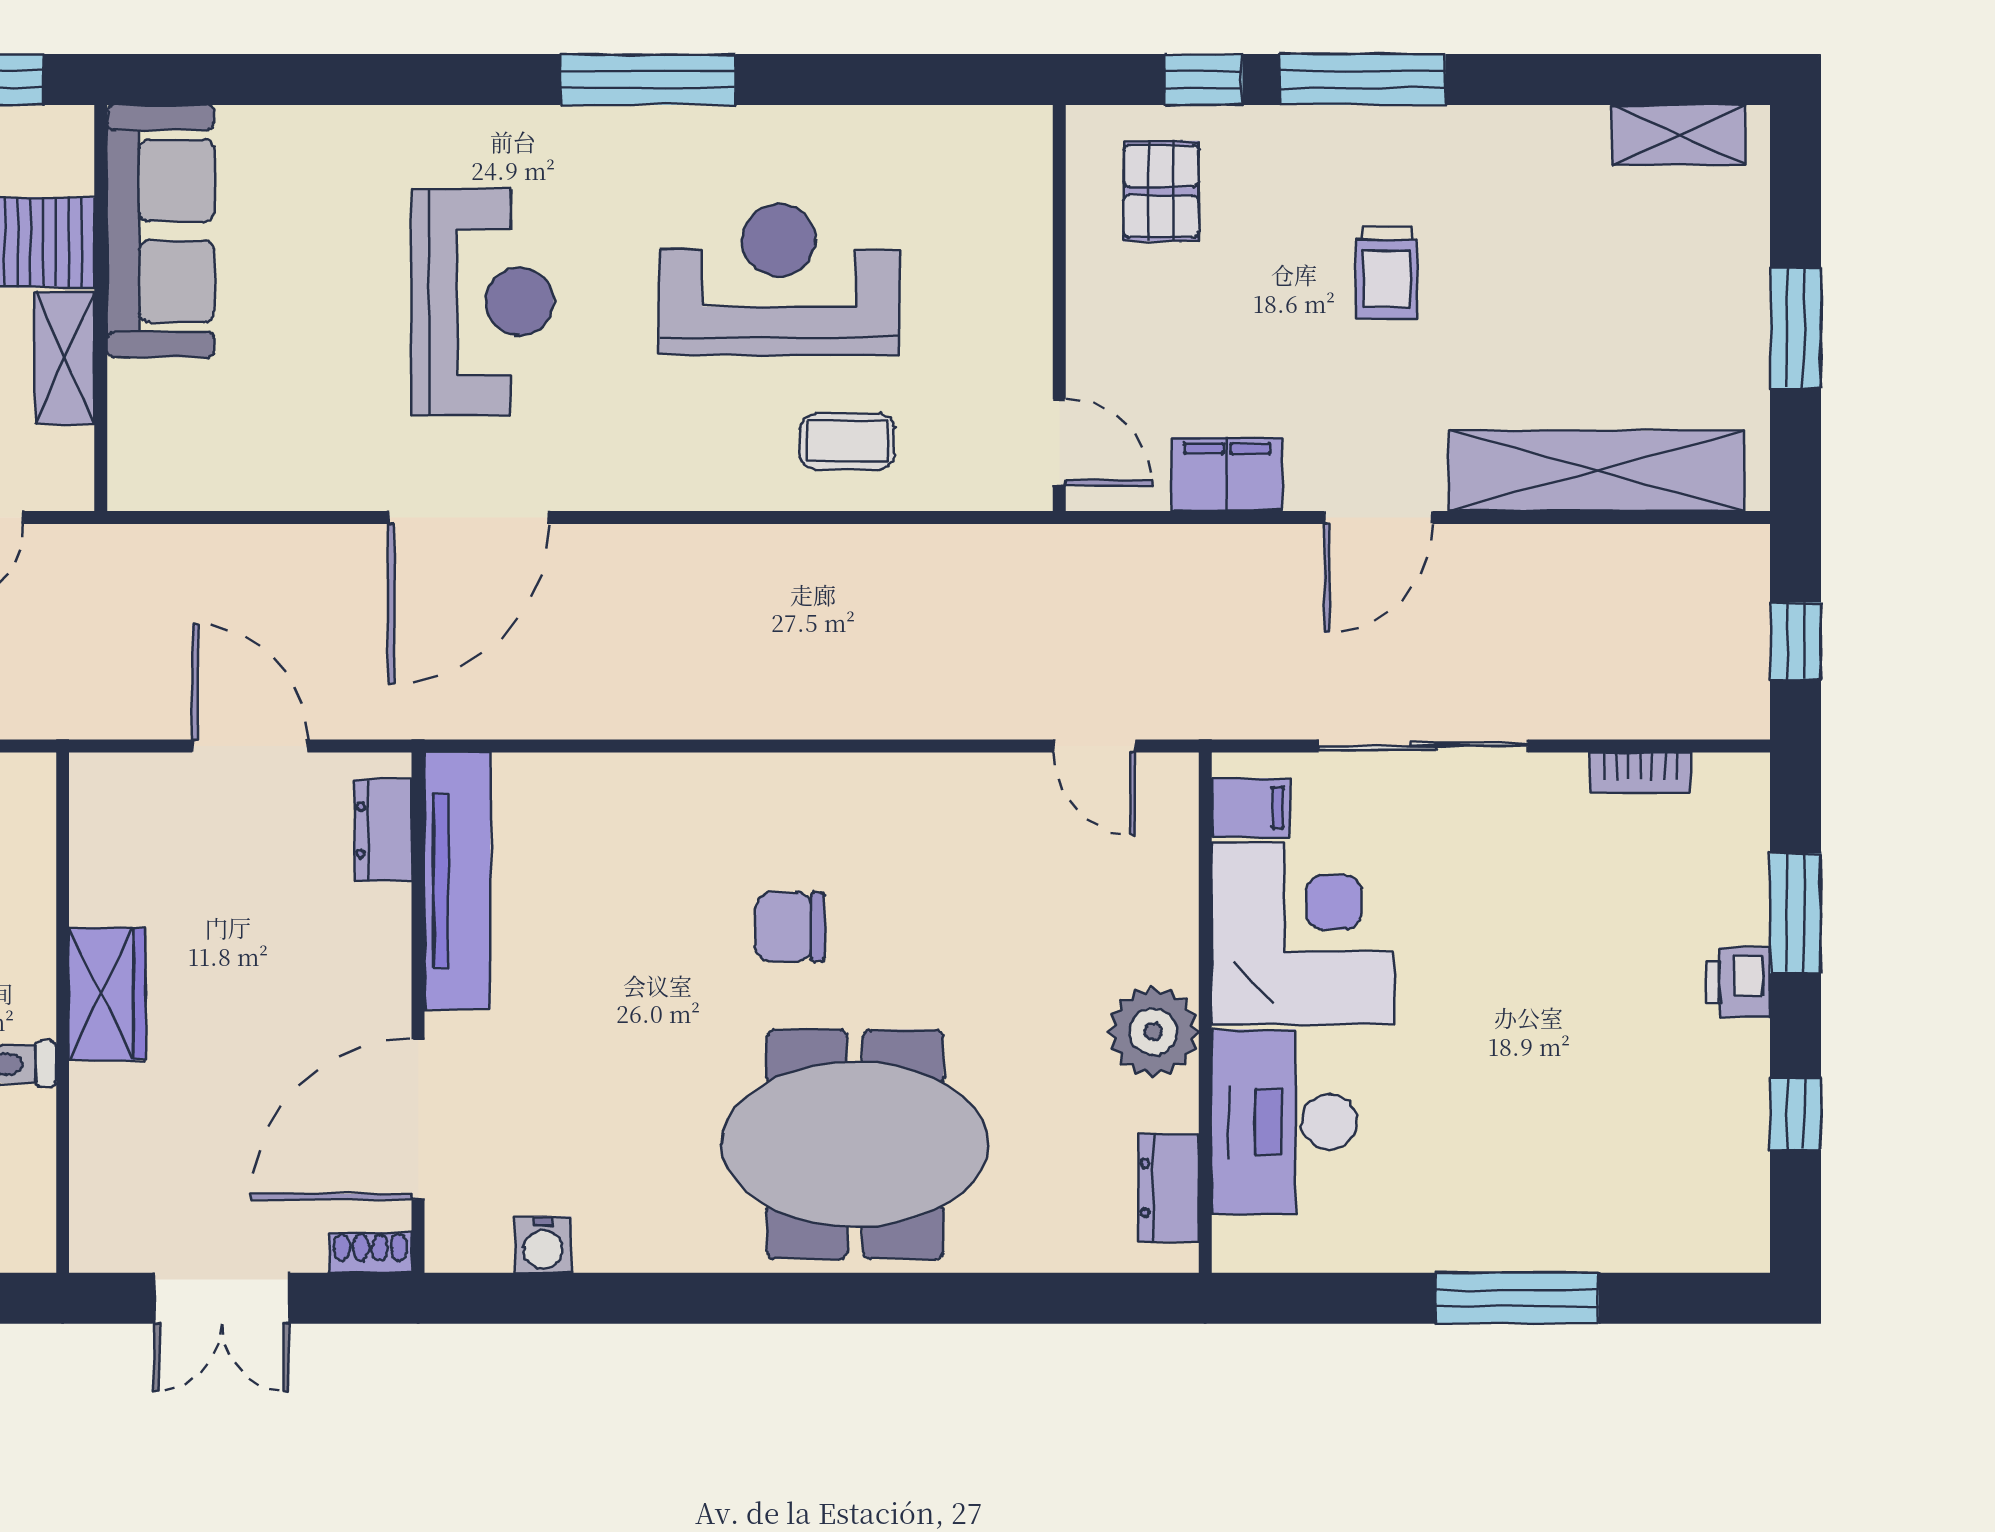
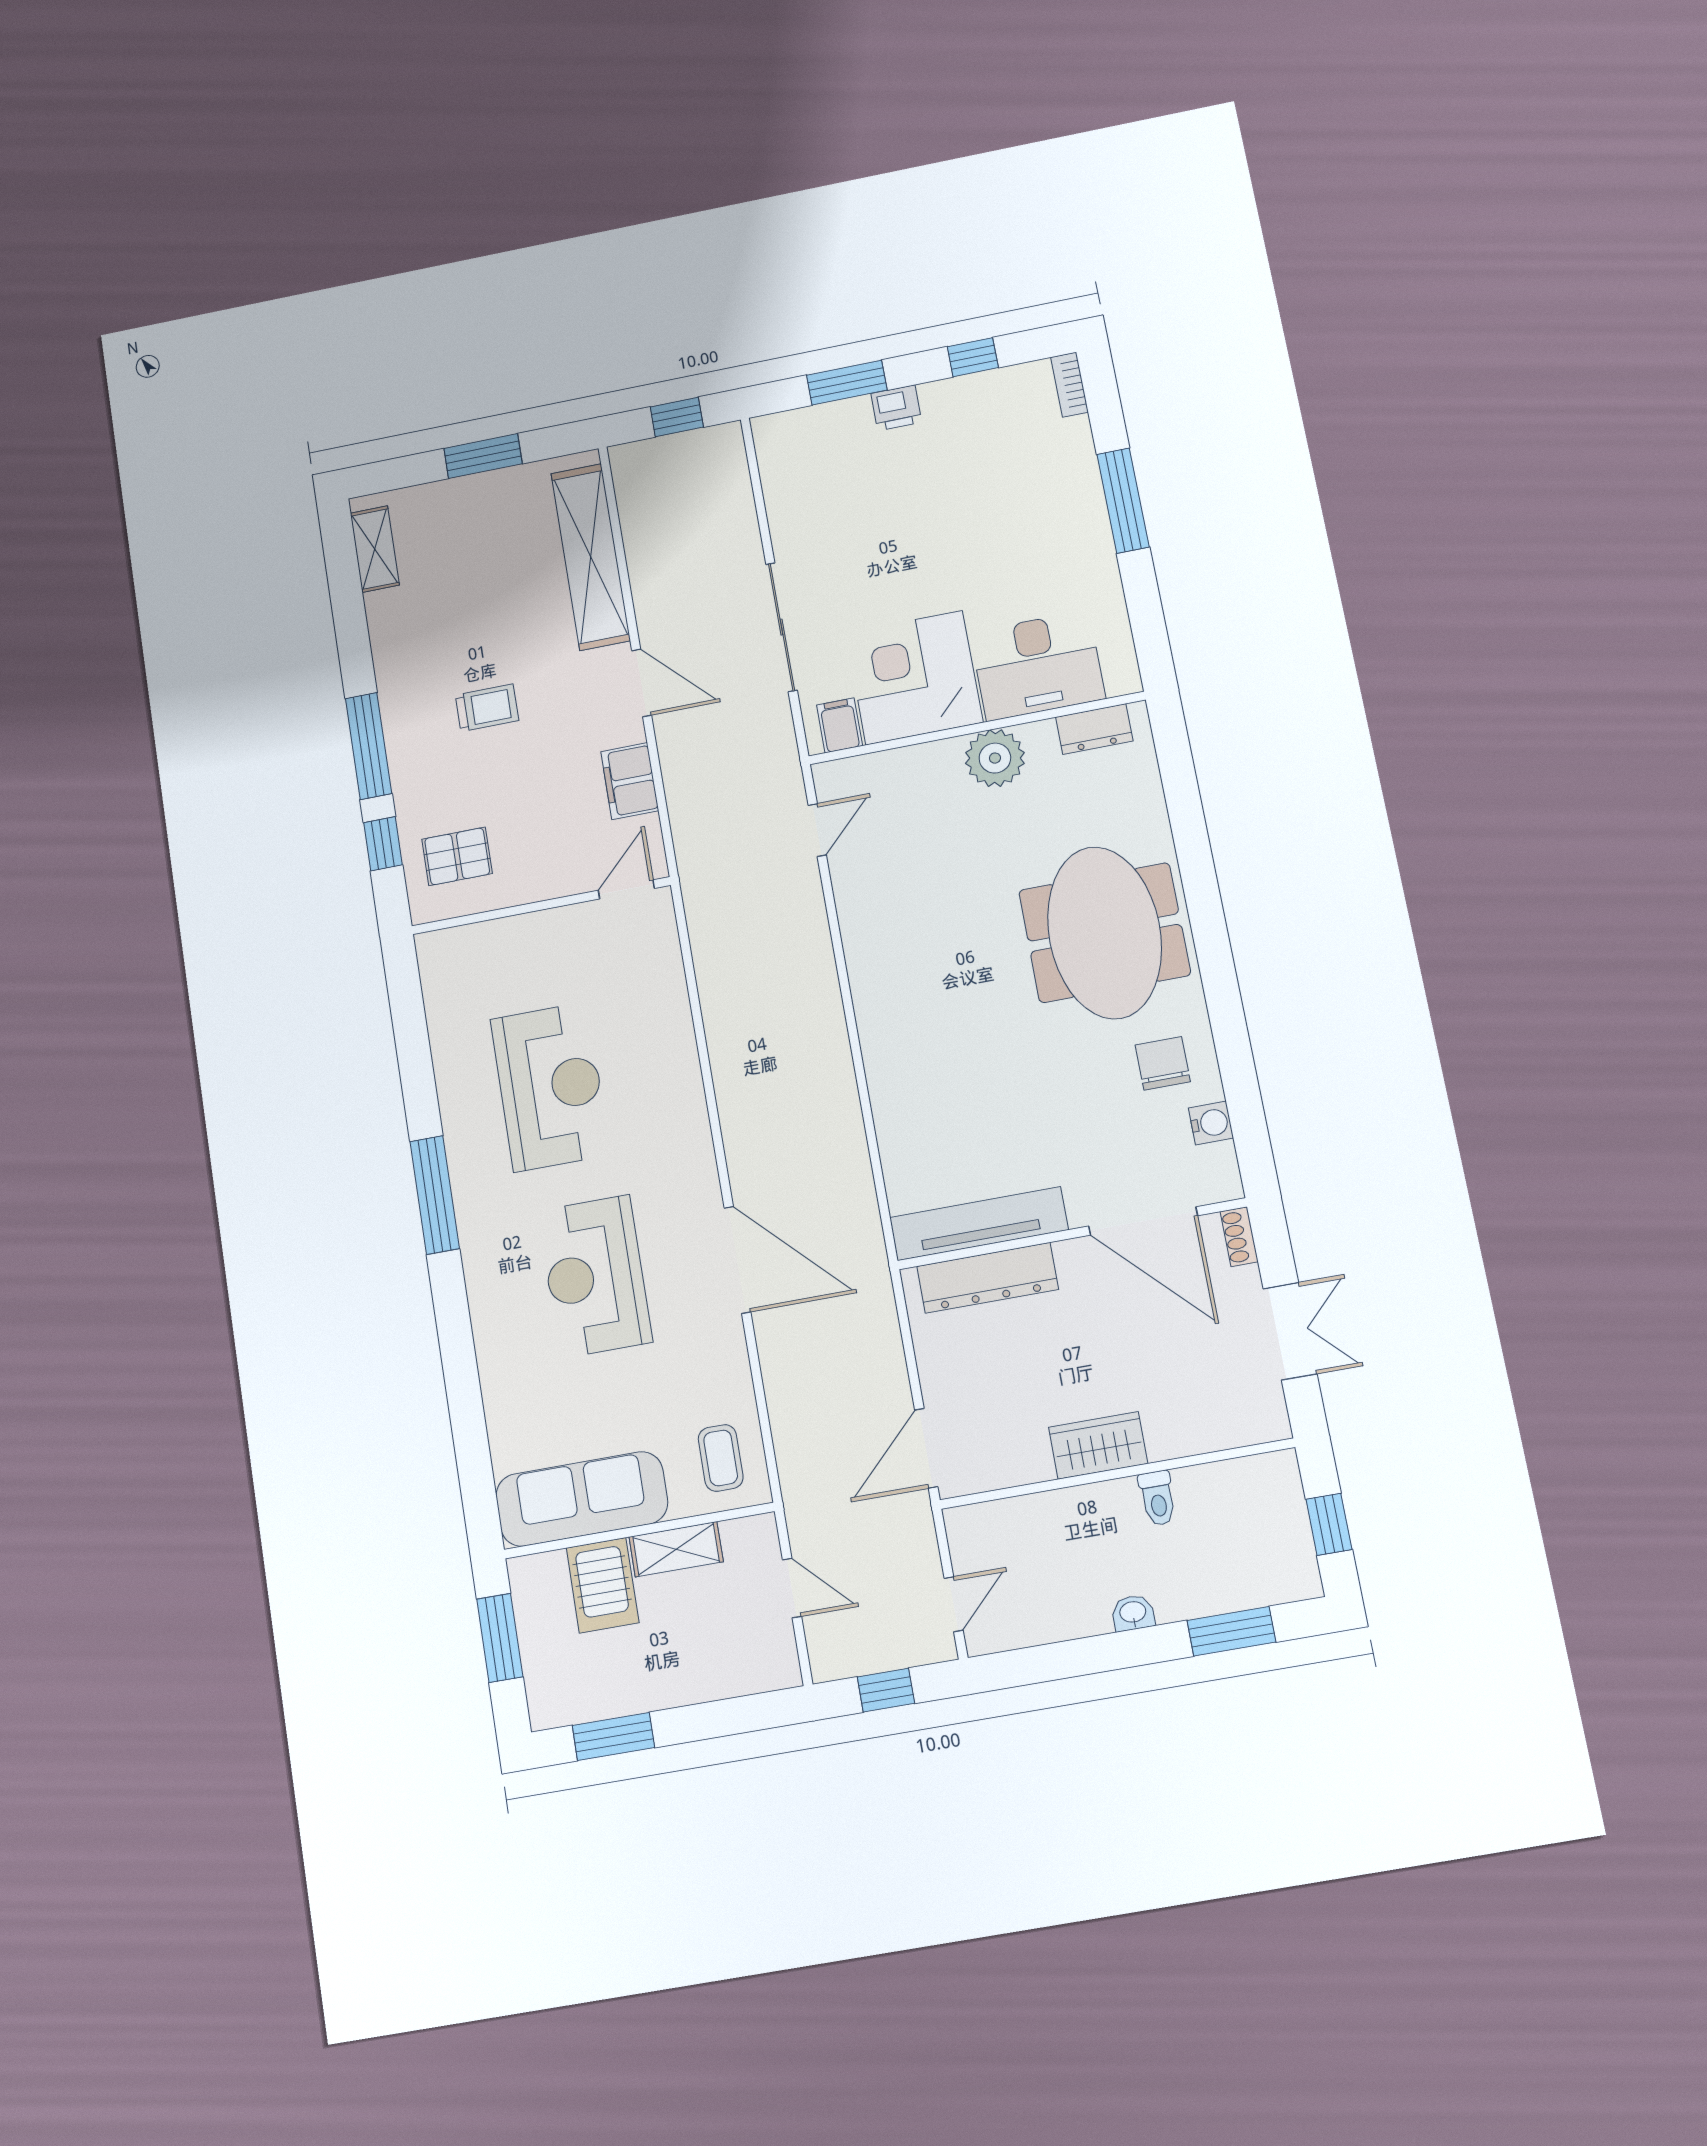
reception desk: (779, 279) -> (550, 1087), turned 180
reception desk: (483, 302) -> (595, 1276), turned -90
coffee table: (847, 442) -> (721, 1458), moved
door: (250, 746) -> (926, 1448), moved
bookcase: (1640, 773) -> (1070, 385), moved, turned 180
dresser: (383, 830) -> (988, 1278), width x1.96, depth x1.24
chair: (790, 927) -> (1163, 1063), moved, turned 180

